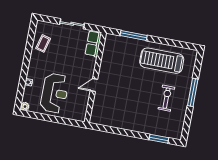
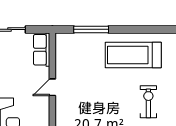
door: (94, 85) -> (52, 87), moved

